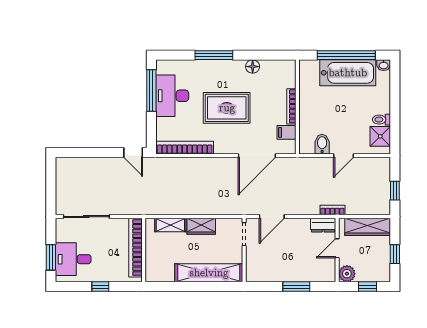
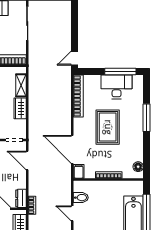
floor lamp: (253, 67) -> (138, 167), moved
filing cabinet: (287, 132) -> (79, 171), moved

